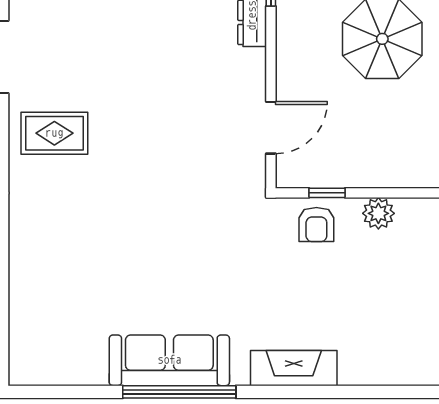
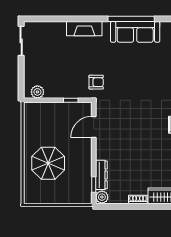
plant: (378, 213) -> (37, 92), moved
armchair: (316, 224) -> (96, 82), moved, turned 90

